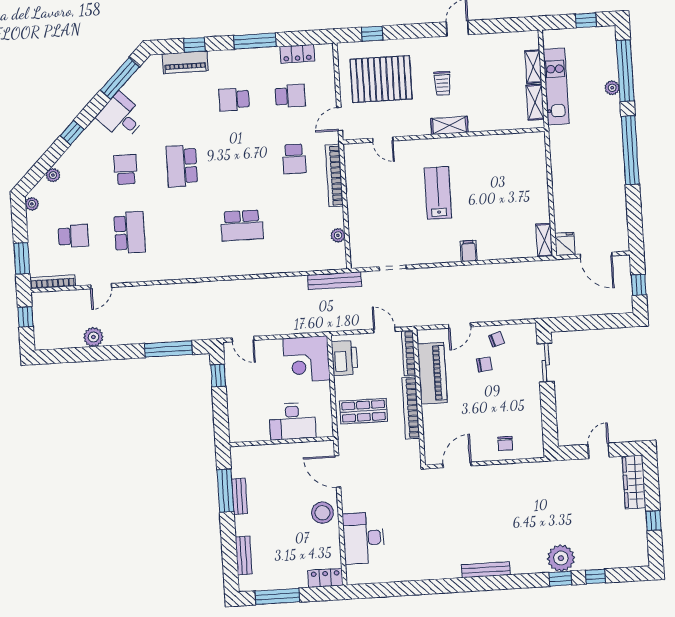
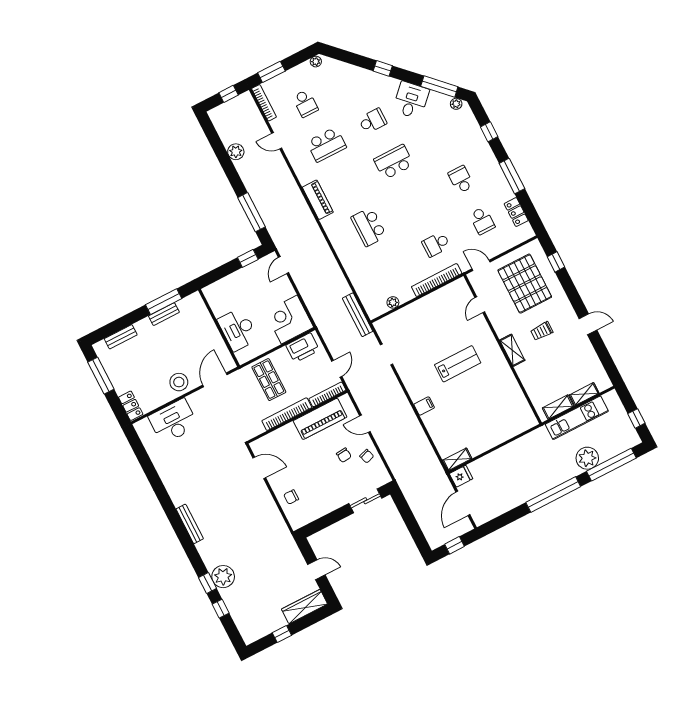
piano: (185, 62) -> (318, 200), moved, turned 180
plant: (612, 88) -> (587, 458), width x1.87, depth x1.87
plant: (53, 175) -> (456, 104), moved

